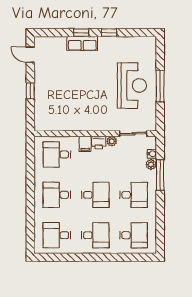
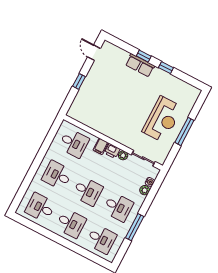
desk: (57, 154) -> (74, 143), turned 180
window: (160, 175) -> (135, 227), moved

